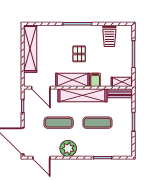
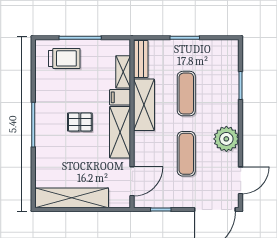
trolley: (109, 36) -> (64, 58), moved
shelving: (122, 82) -> (123, 72), moved
shelving: (82, 95) -> (144, 105), width x0.68

